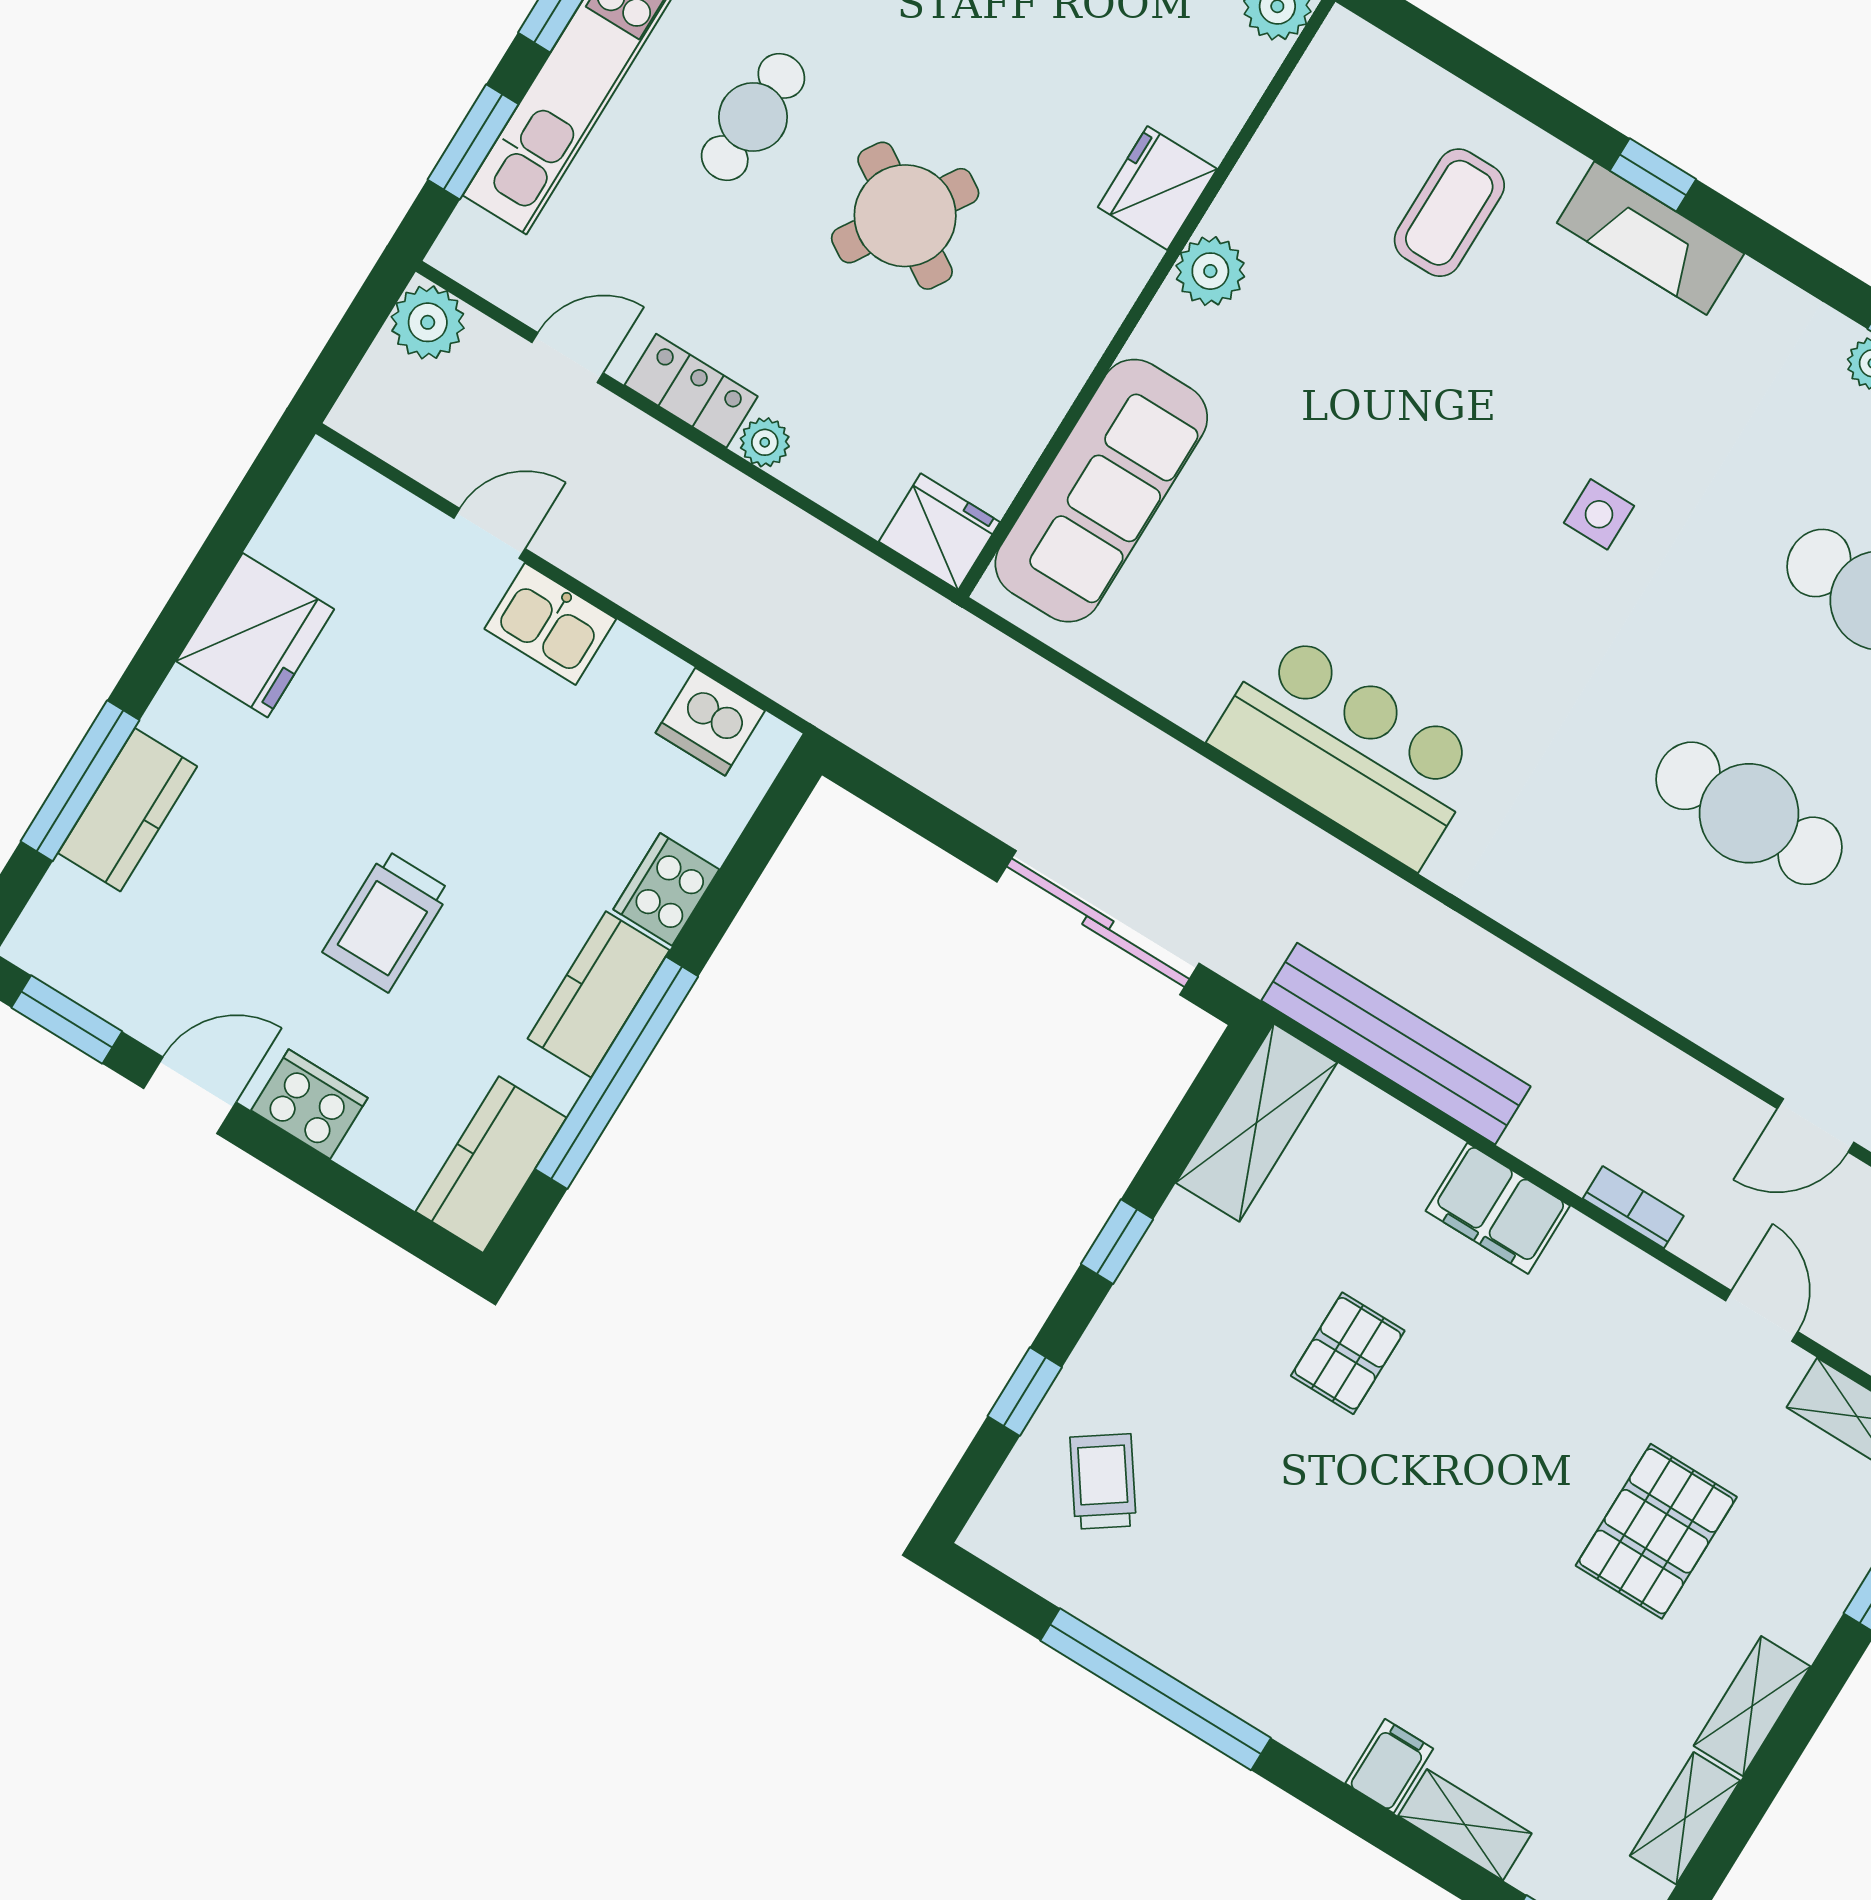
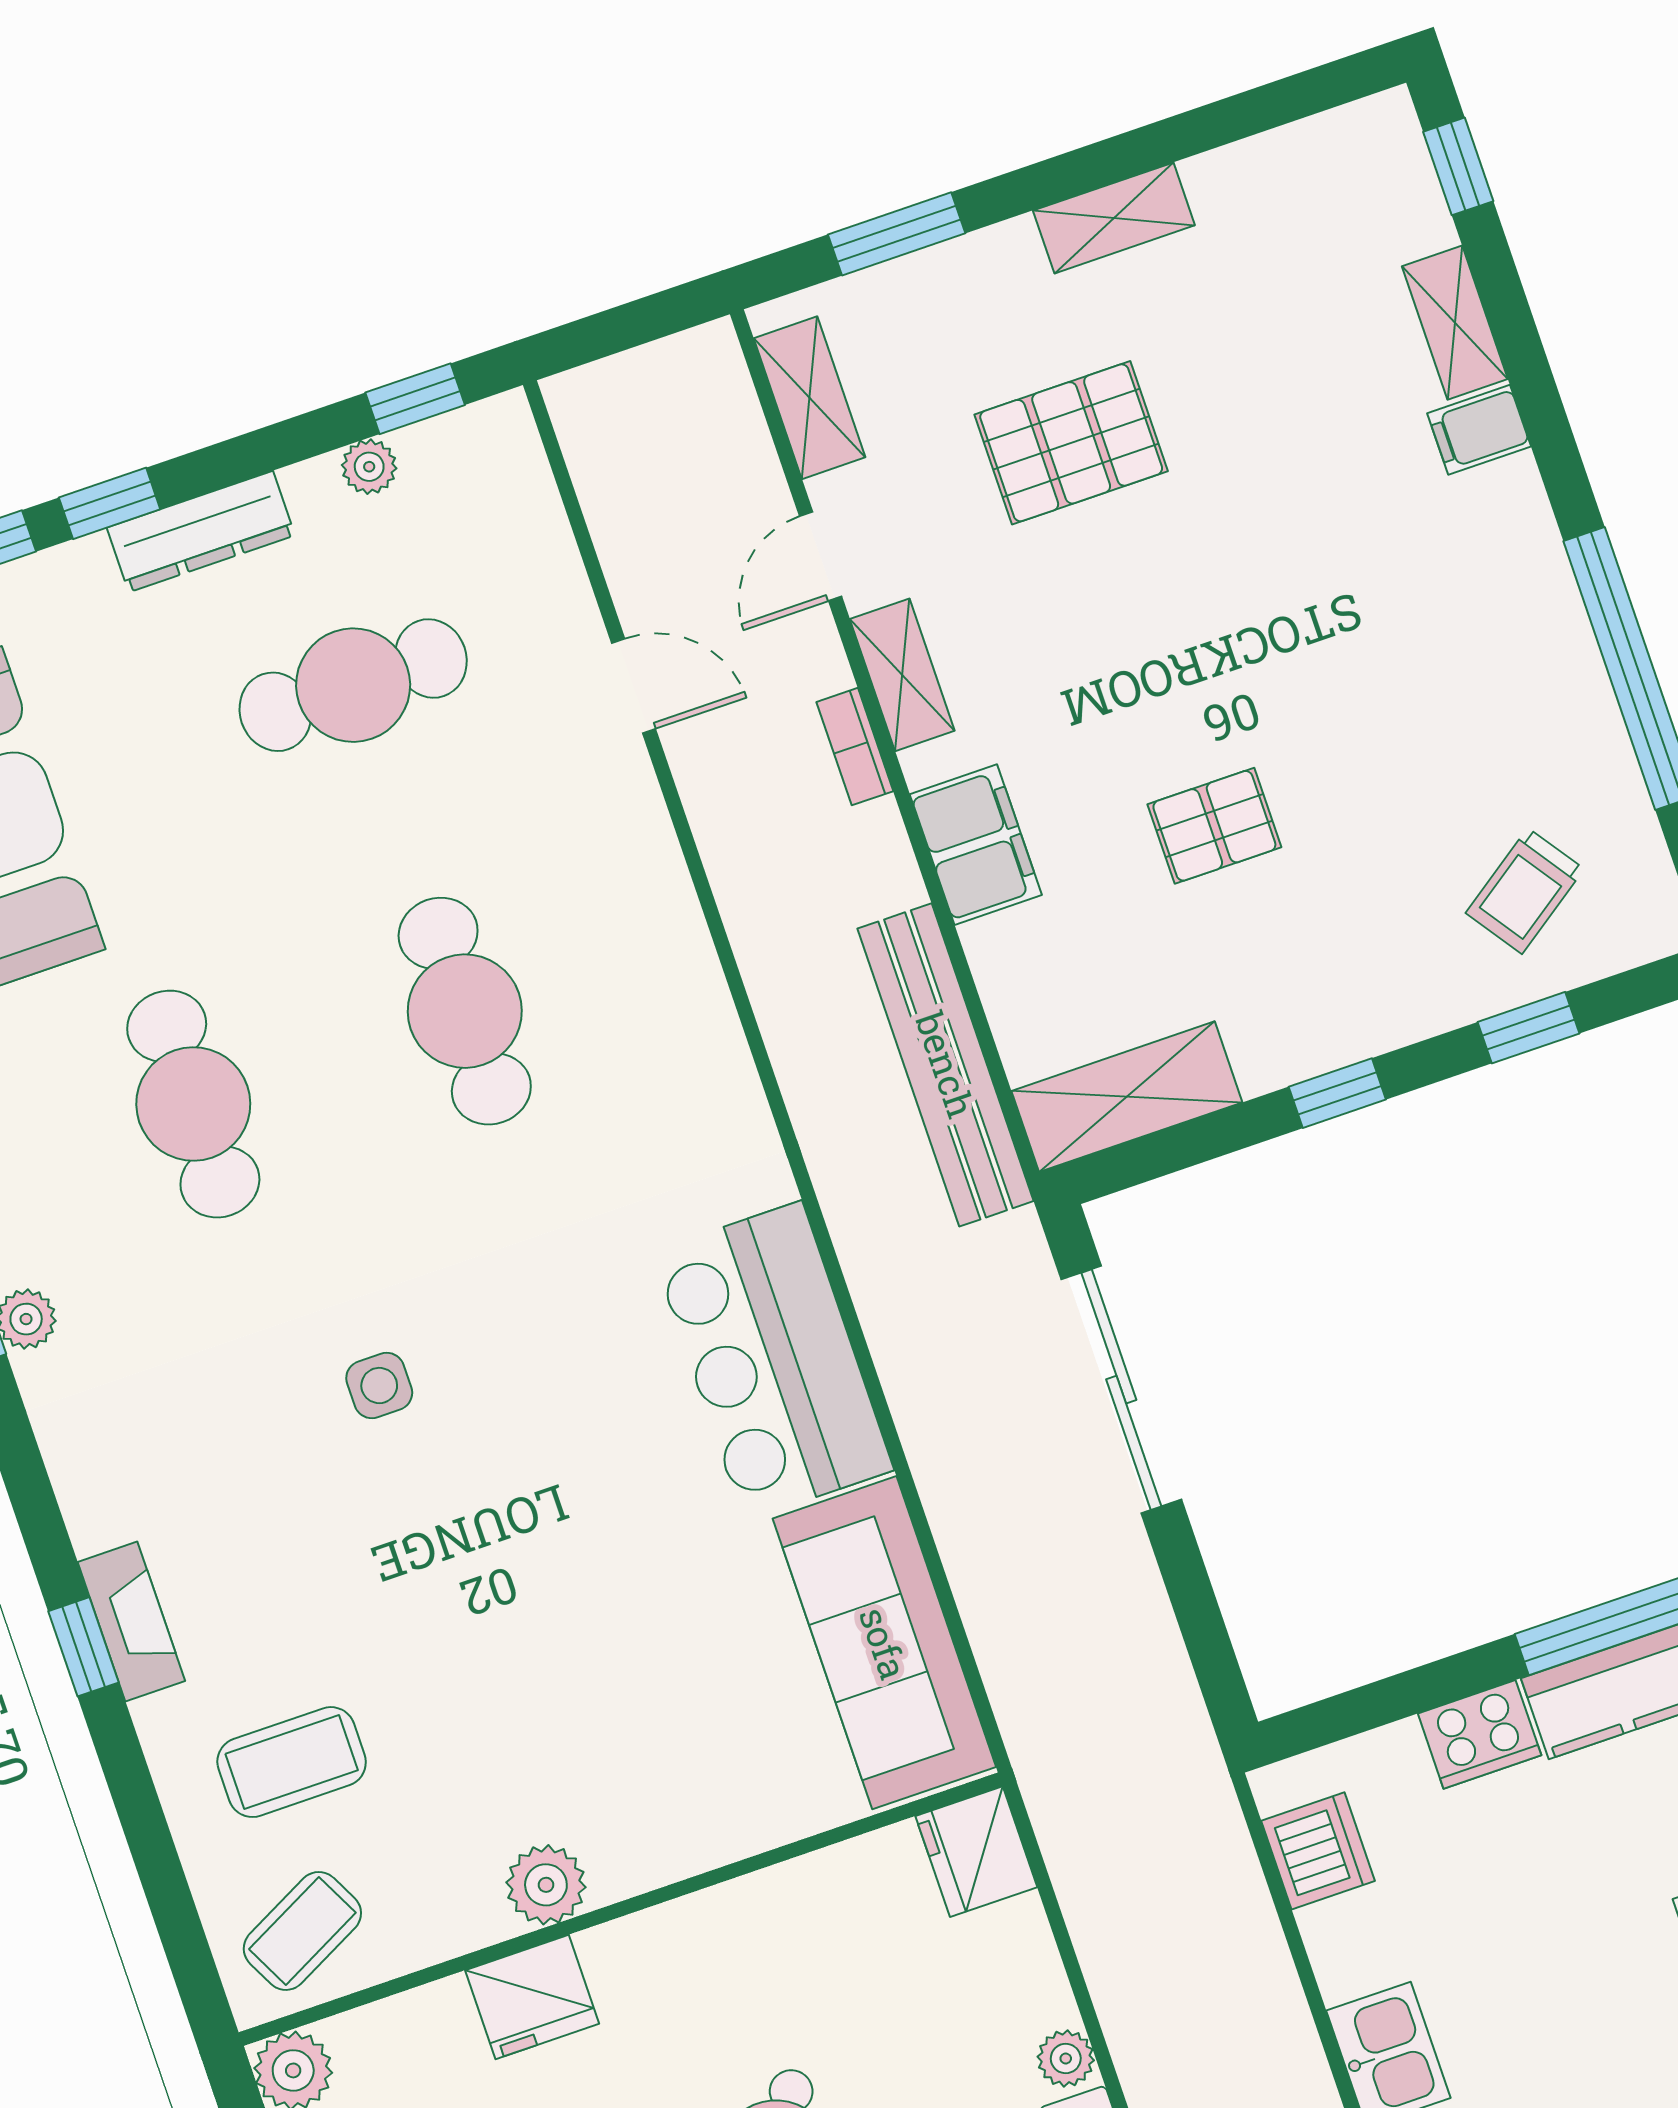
coffee table: (1348, 105) -> (302, 1931), added
fireplace: (1651, 238) -> (131, 1621), width x0.73, depth x0.76
sofa: (1101, 491) -> (884, 1643), moved, turned -90
shelving: (1685, 1818) -> (902, 675), moved, turned 90

